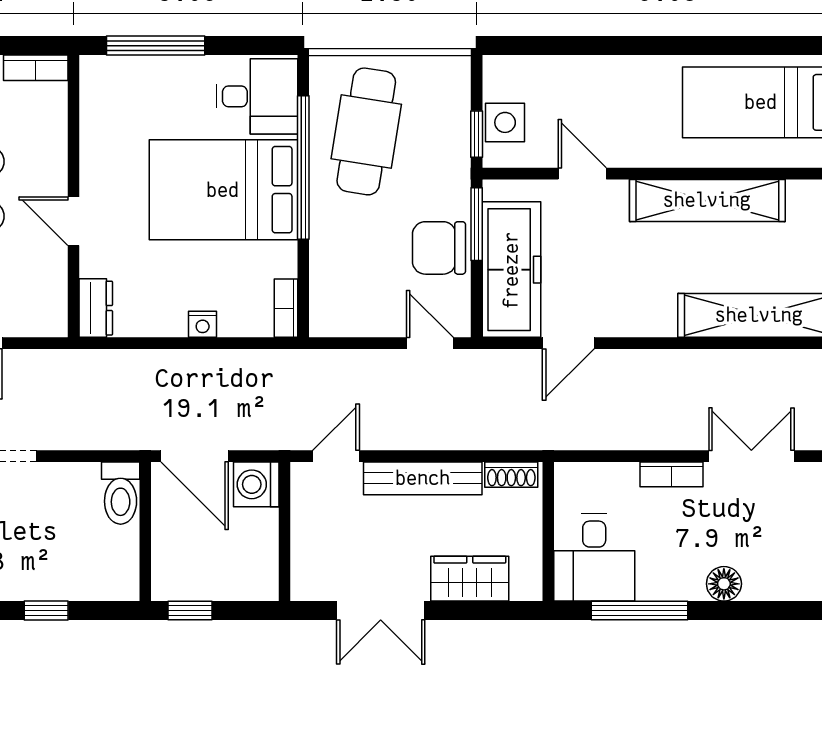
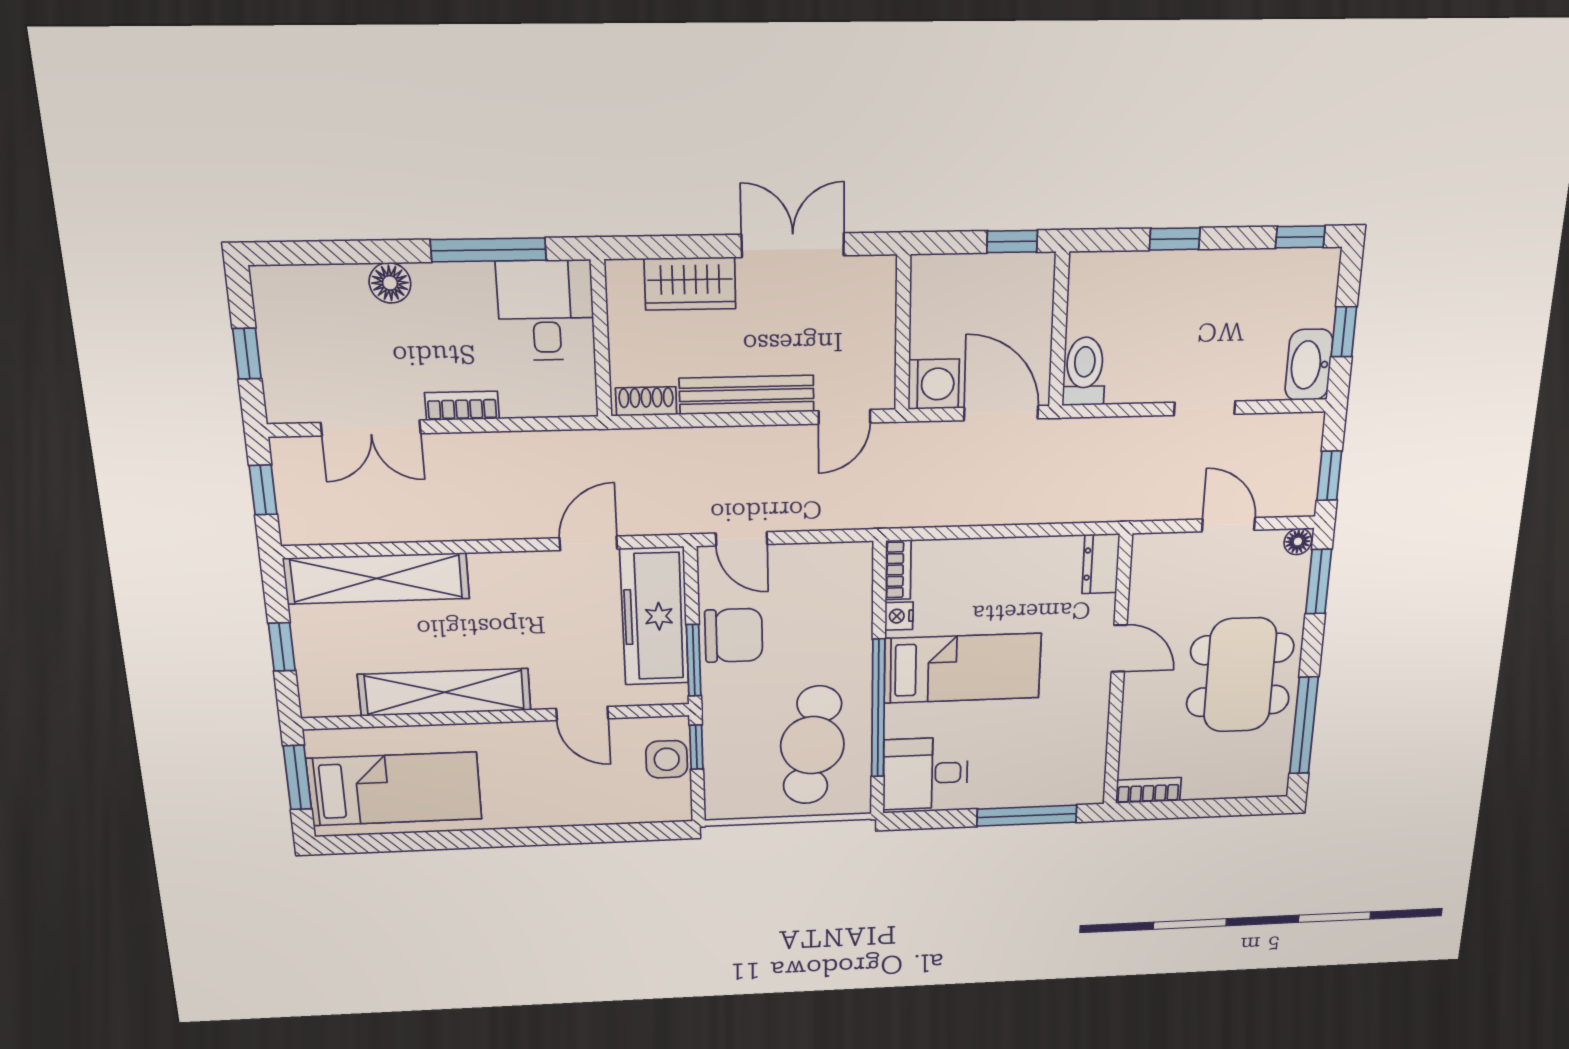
bed: (223, 190) -> (962, 668), width x0.67
nightstand: (203, 324) -> (899, 616), moved, turned -90

